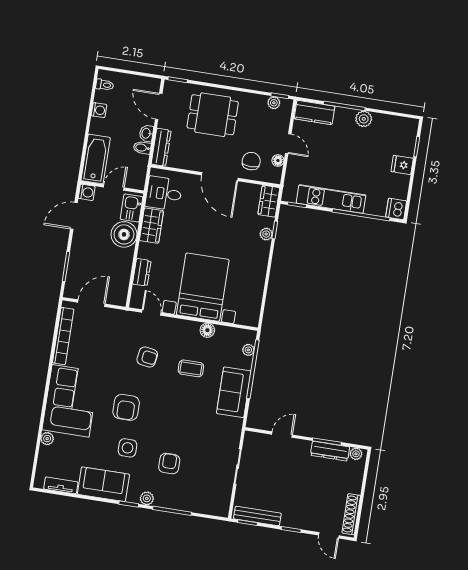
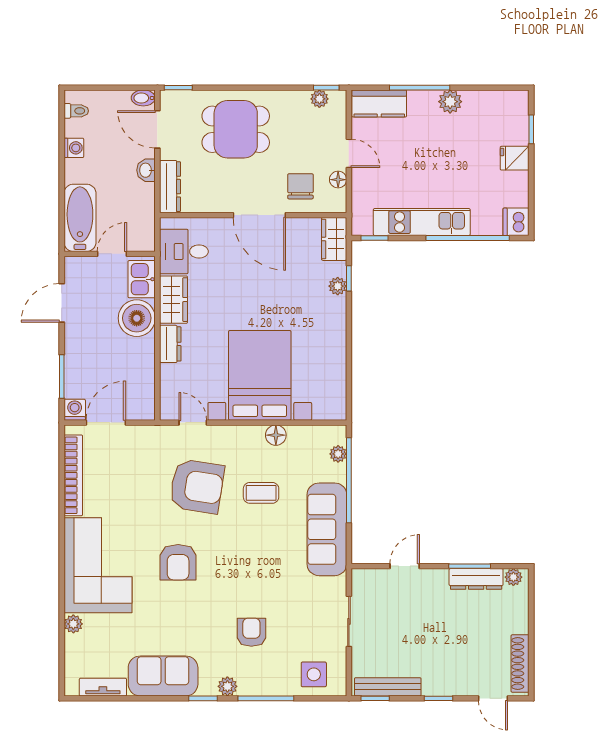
bidet: (142, 148) -> (143, 98), moved
washing machine: (87, 192) -> (75, 410), moved, turned -90
dresser: (142, 272) -> (170, 344), moved
armchair: (147, 357) -> (197, 486), width x1.88, depth x1.88
sofa: (234, 392) -> (327, 529), width x1.36
side table: (127, 448) -> (314, 674), moved

